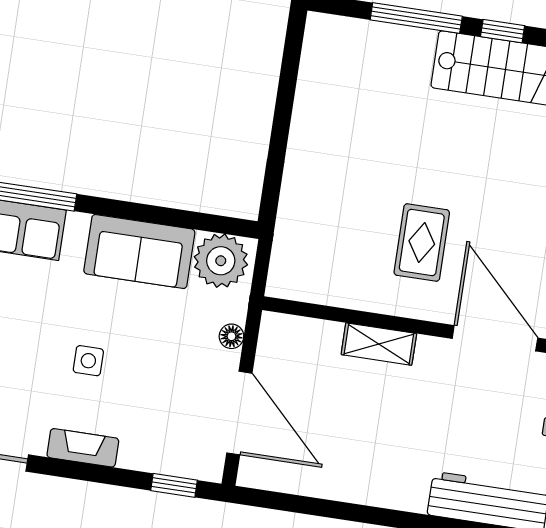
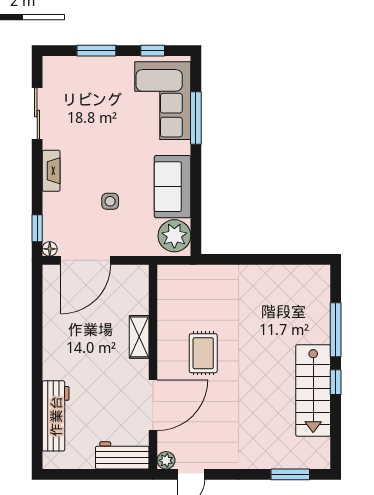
rug: (422, 242) -> (203, 353), turned 90
floor lamp: (231, 336) -> (50, 249), moved
side table: (88, 361) -> (110, 201), moved

